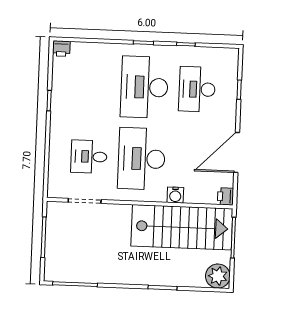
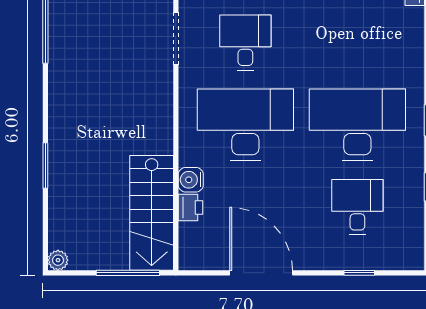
desk: (197, 89) -> (357, 207), width x0.73
printer: (225, 196) -> (190, 207), moved, turned 90
stairs: (182, 227) -> (152, 213), width x0.73, depth x0.66
plant: (218, 276) -> (58, 260), width x0.53, depth x0.53

